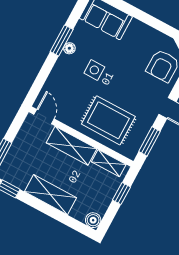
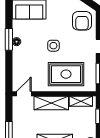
side table: (94, 70) -> (53, 46), moved
door: (44, 117) -> (24, 94), hinge flipped

